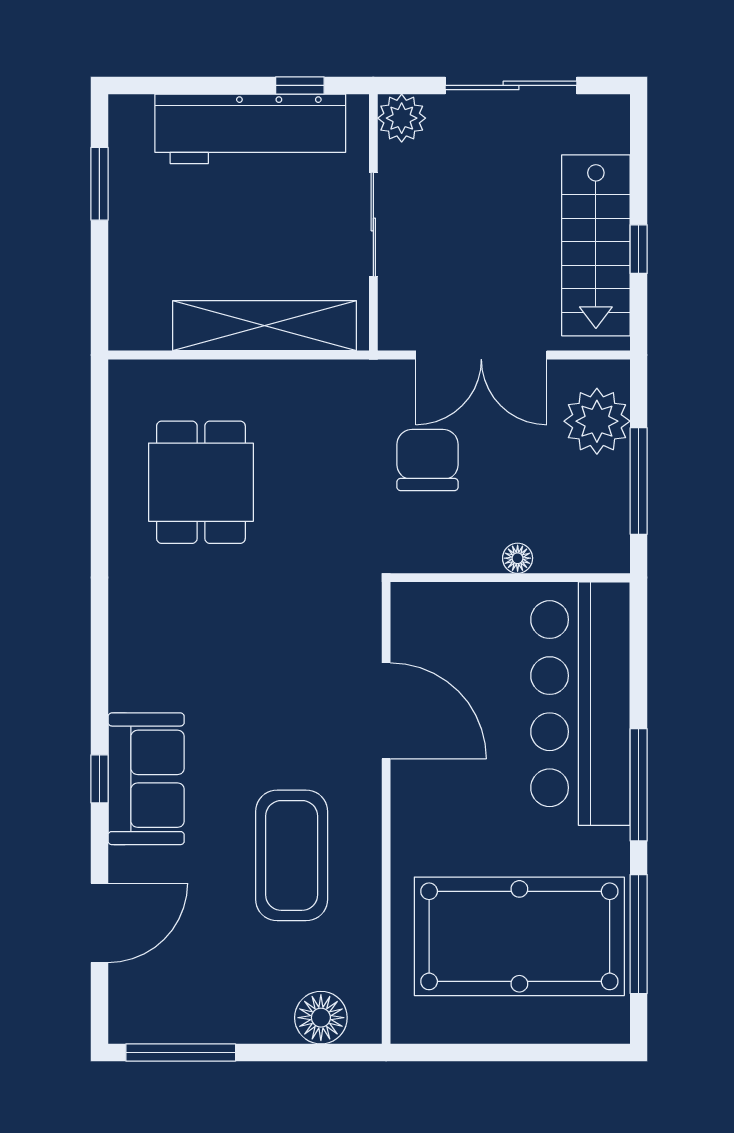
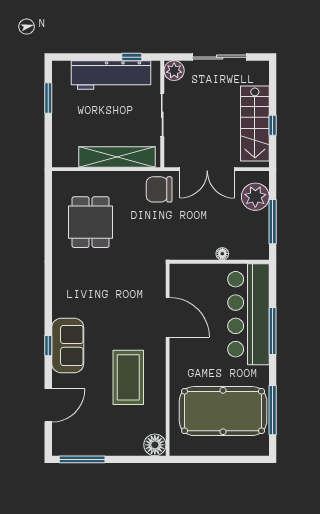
chair: (428, 460) -> (159, 189), moved, turned -90
window: (639, 785) -> (273, 331), moved
floor lamp: (321, 1018) -> (155, 445), moved

